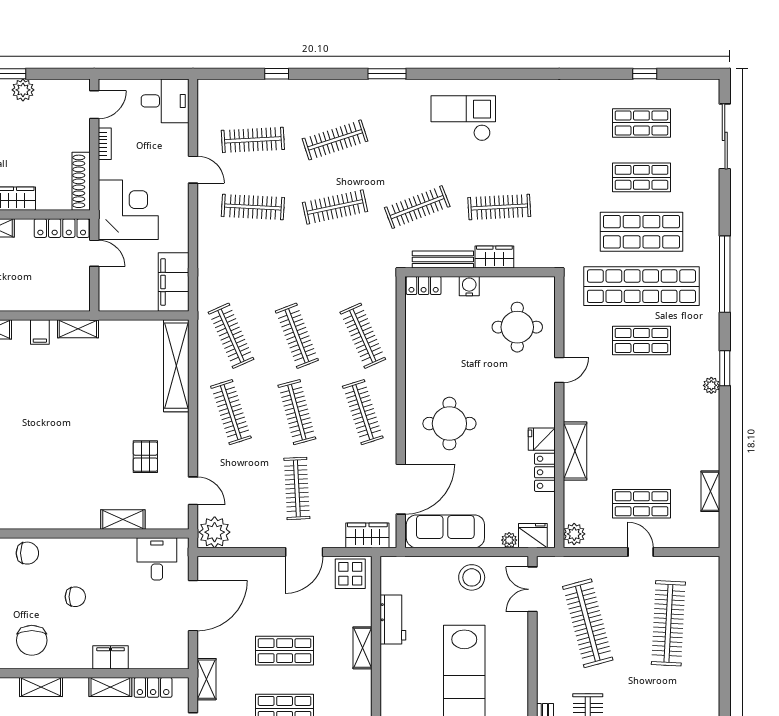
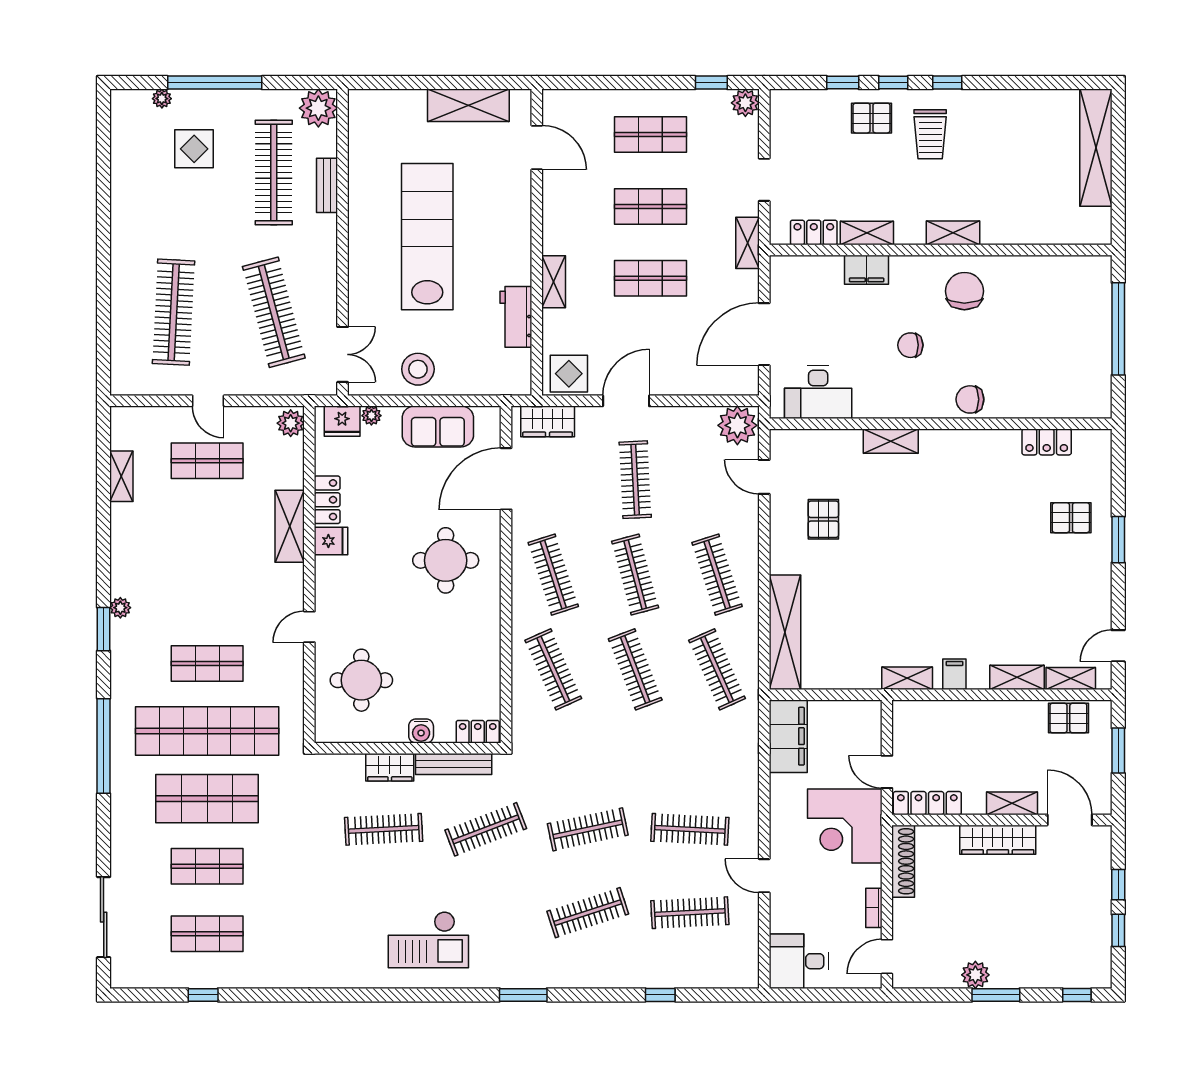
shelving: (123, 519) -> (891, 441), moved
sofa: (445, 531) -> (438, 426), width x0.73
desk: (157, 559) -> (818, 392), width x1.37

